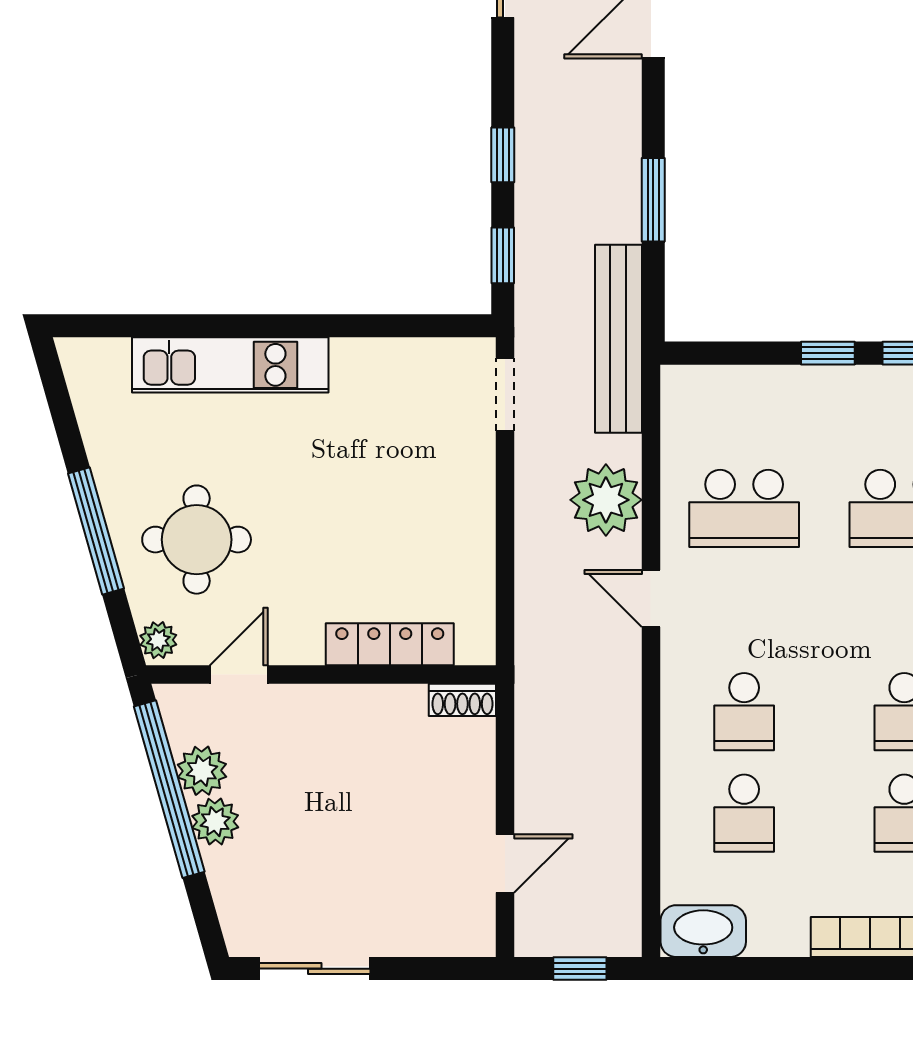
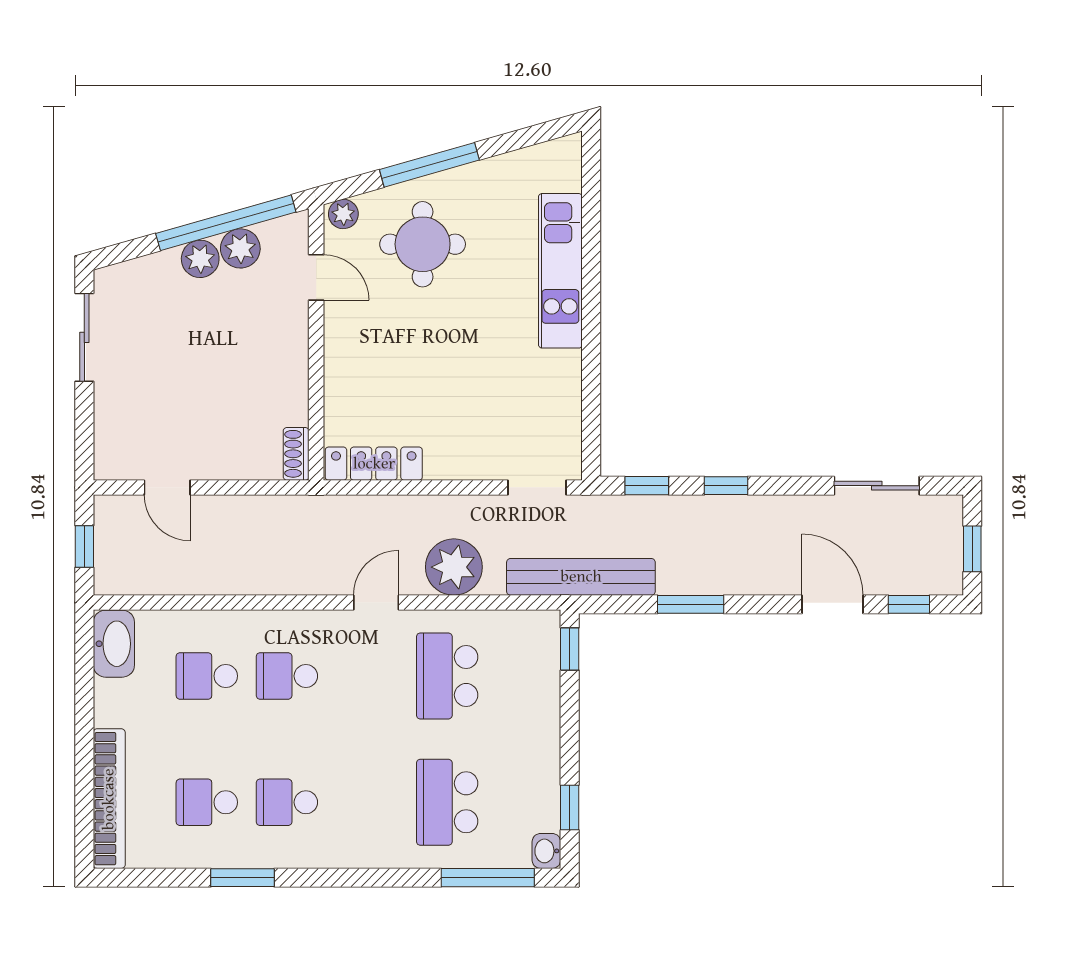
window: (828, 353) -> (570, 649), moved
locker: (390, 644) -> (374, 464), moved, turned -90

